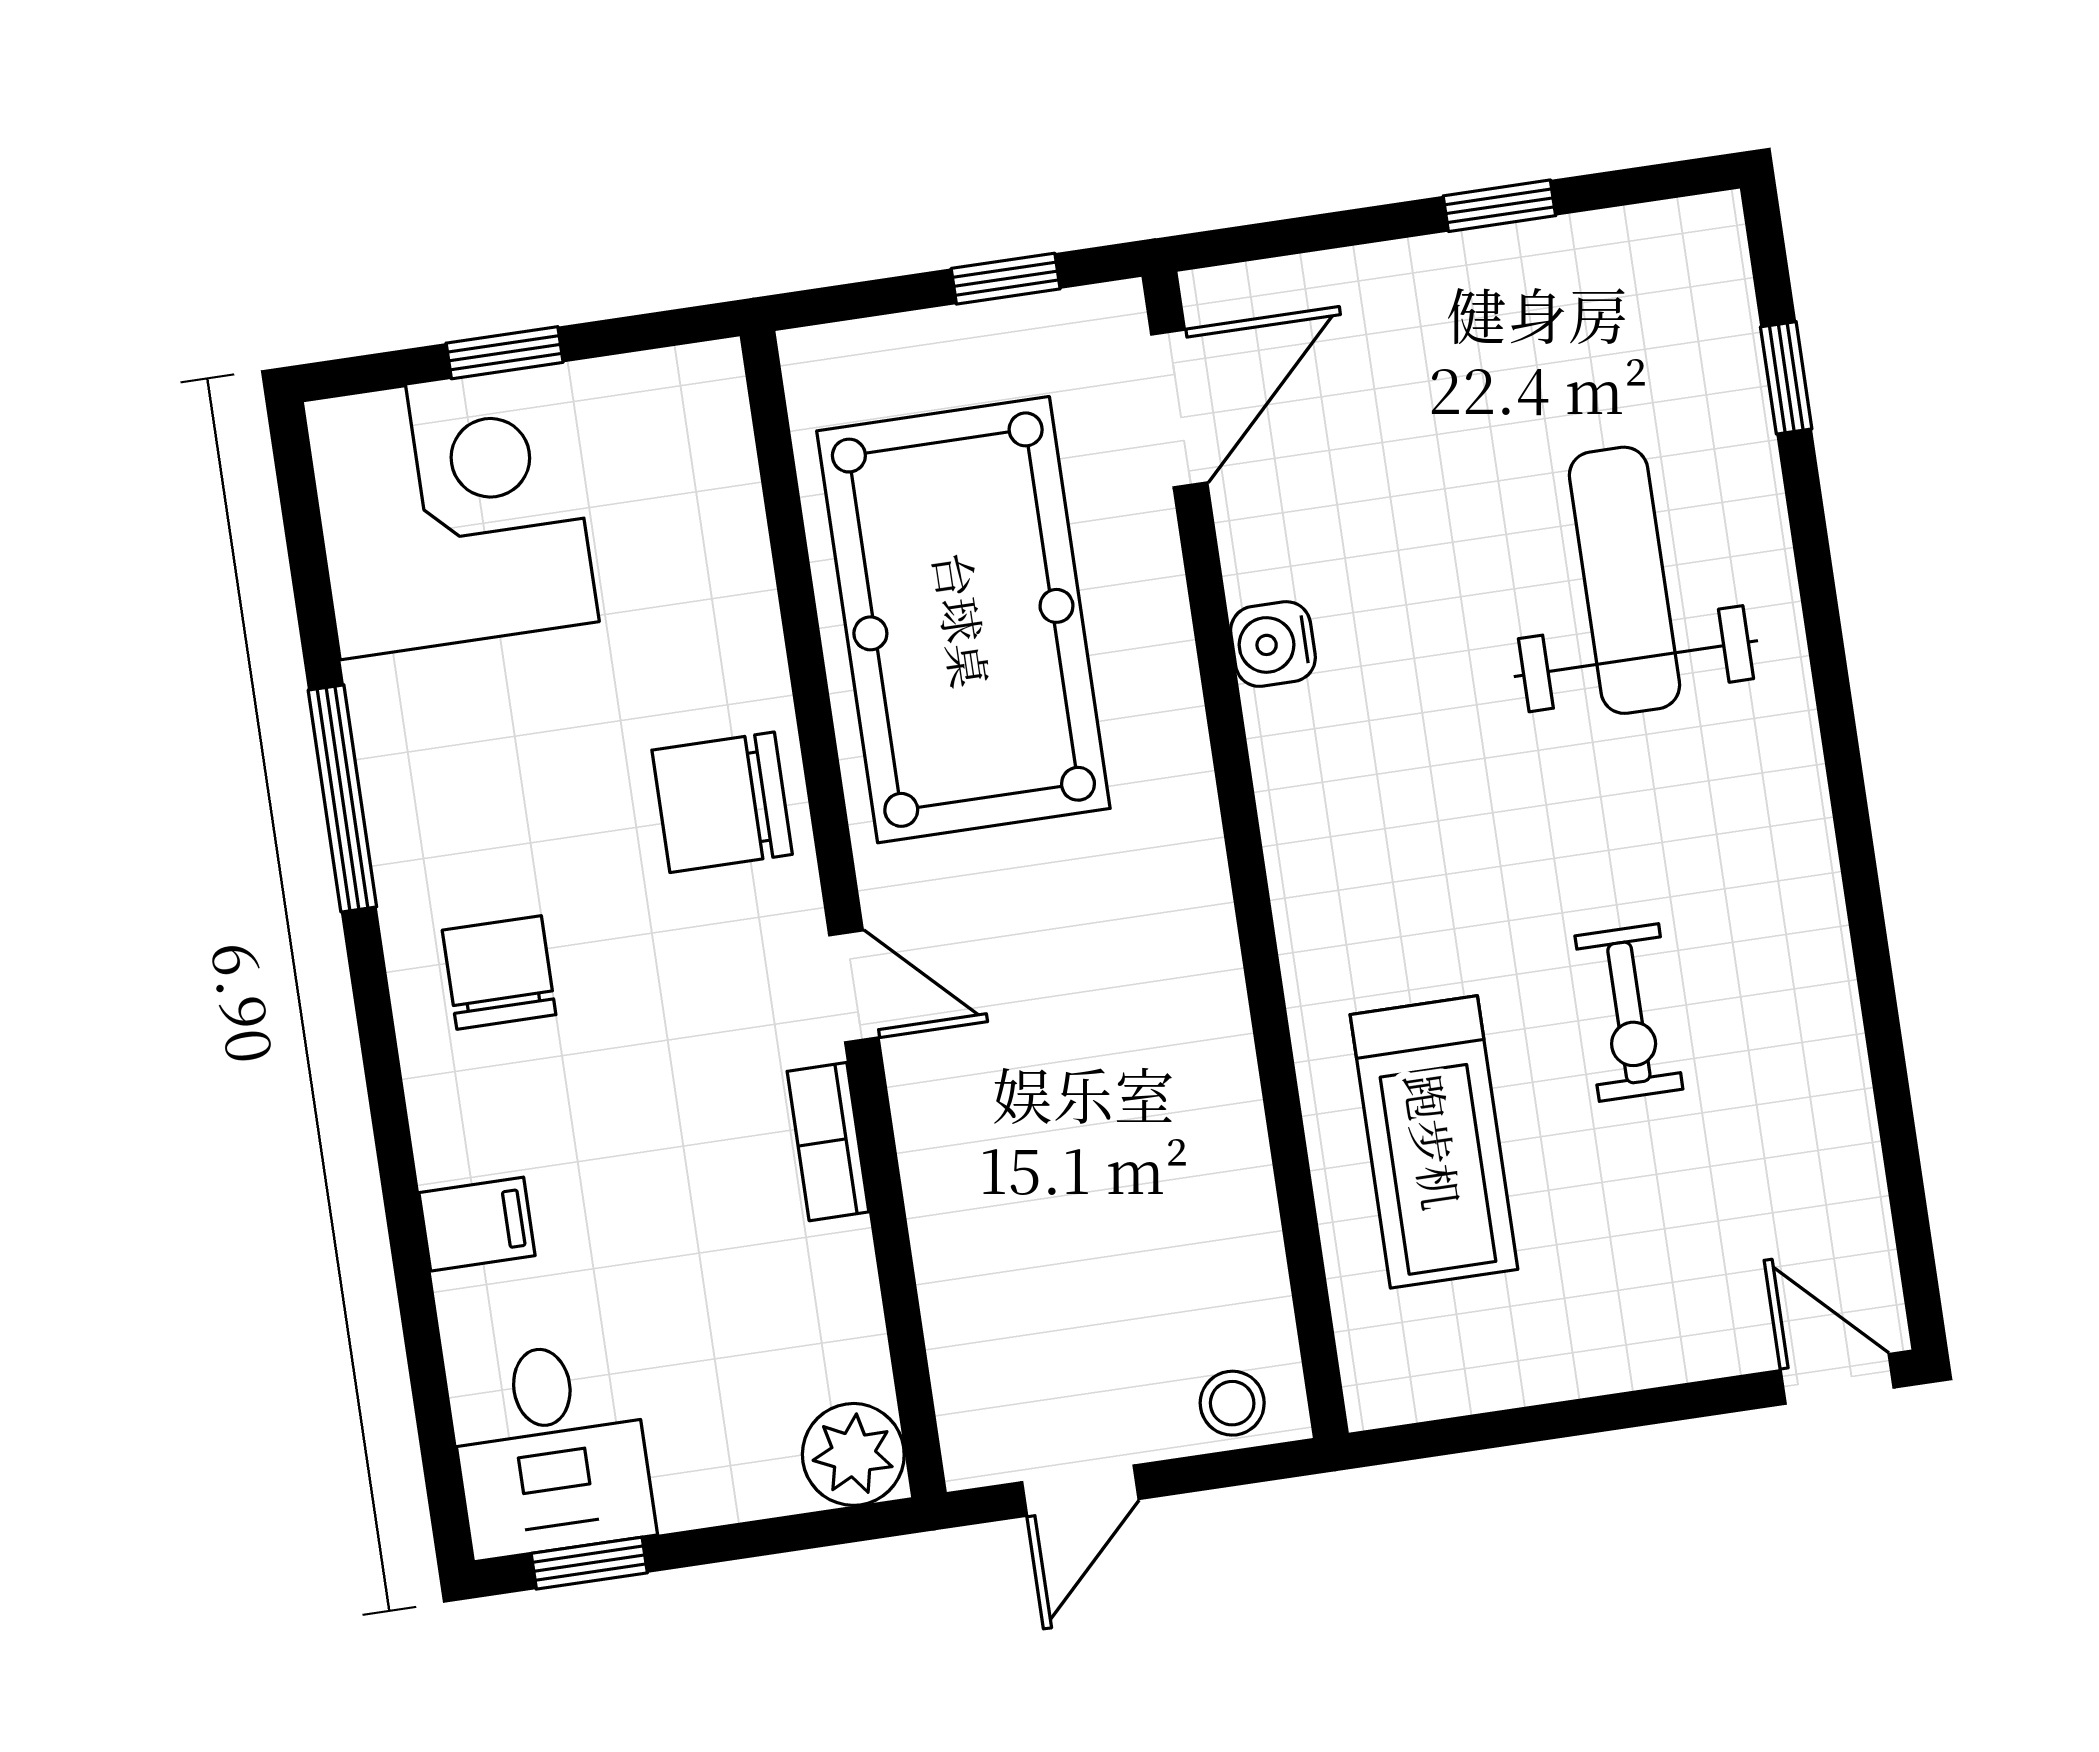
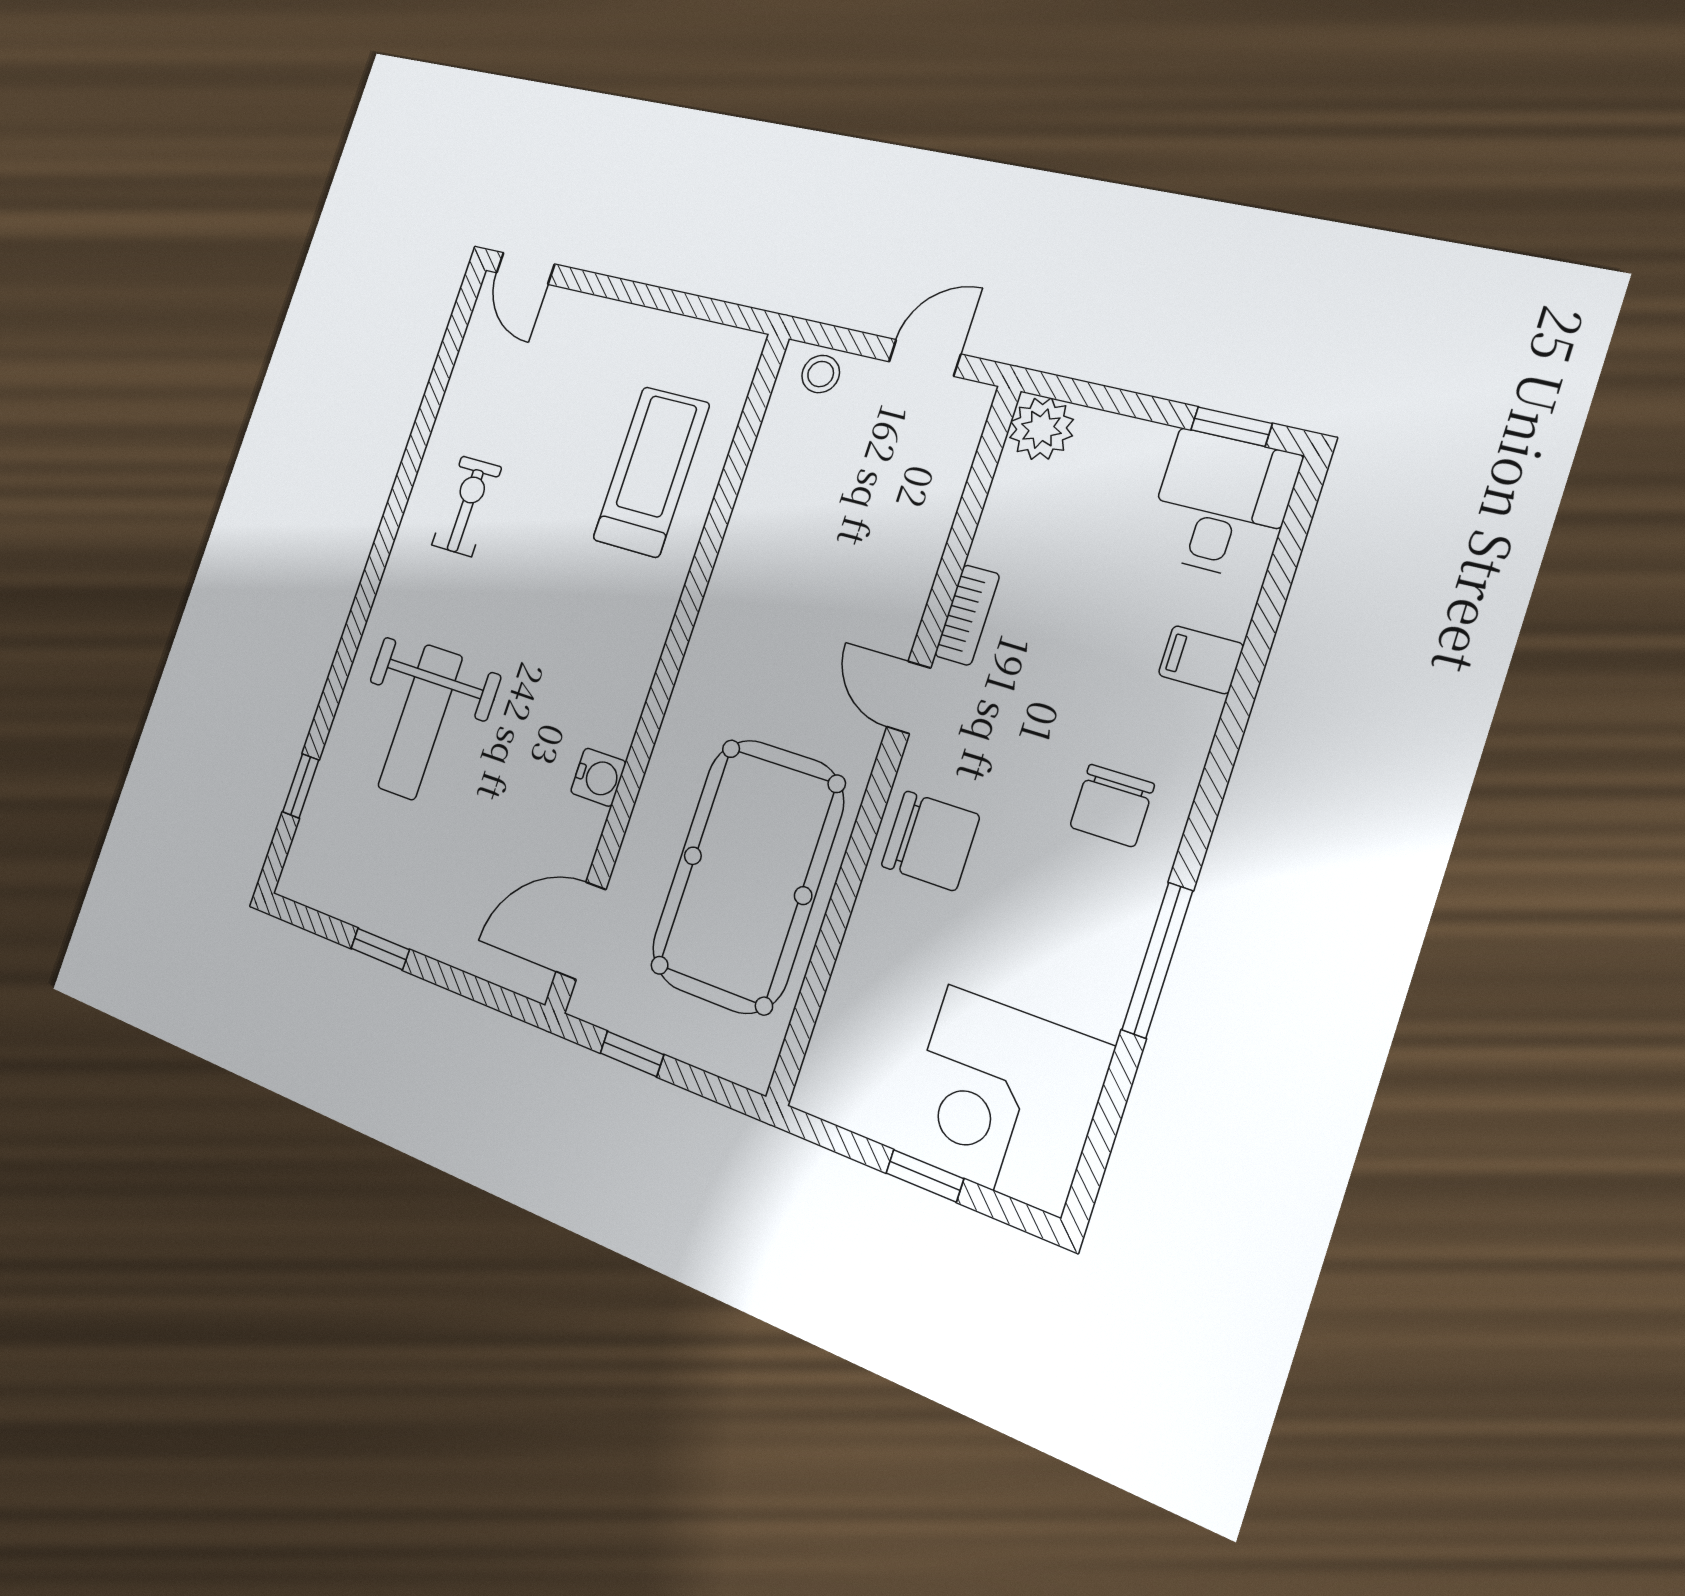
exercise bike: (1629, 1013) -> (467, 506), moved

